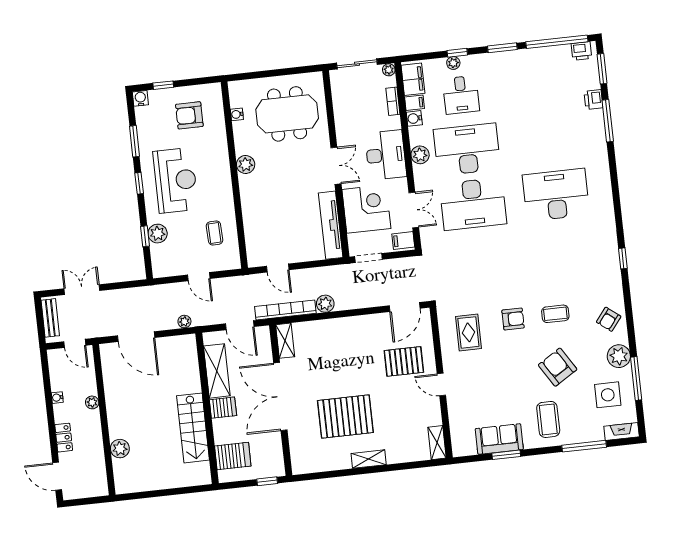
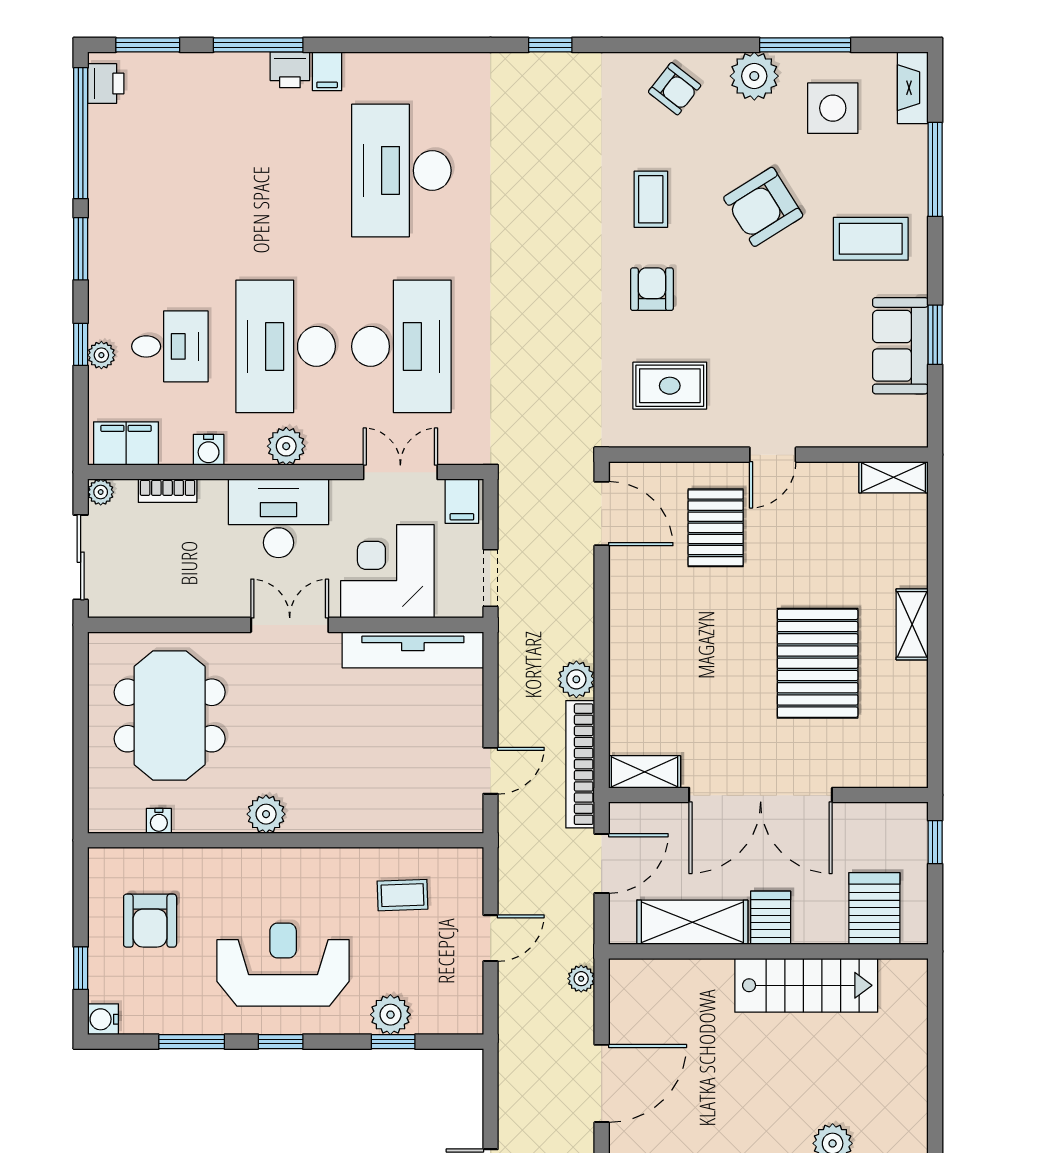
printer: (593, 100) -> (290, 70), moved
filing cabinet: (415, 103) -> (327, 71), moved, turned 180

